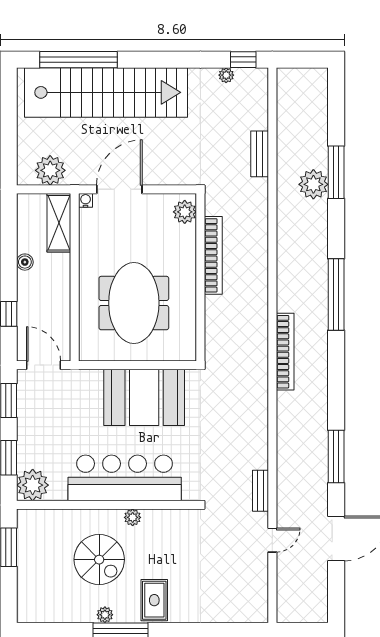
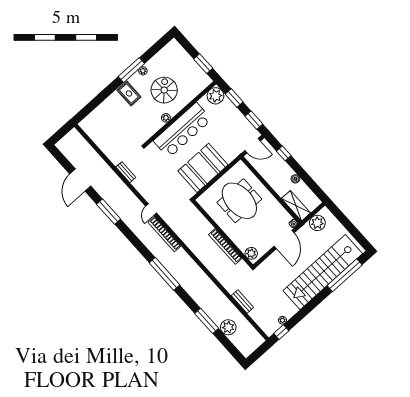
plant: (313, 184) -> (228, 327), moved
door: (272, 540) -> (151, 210), moved
spiral stairs: (99, 560) -> (164, 90), turned 90

